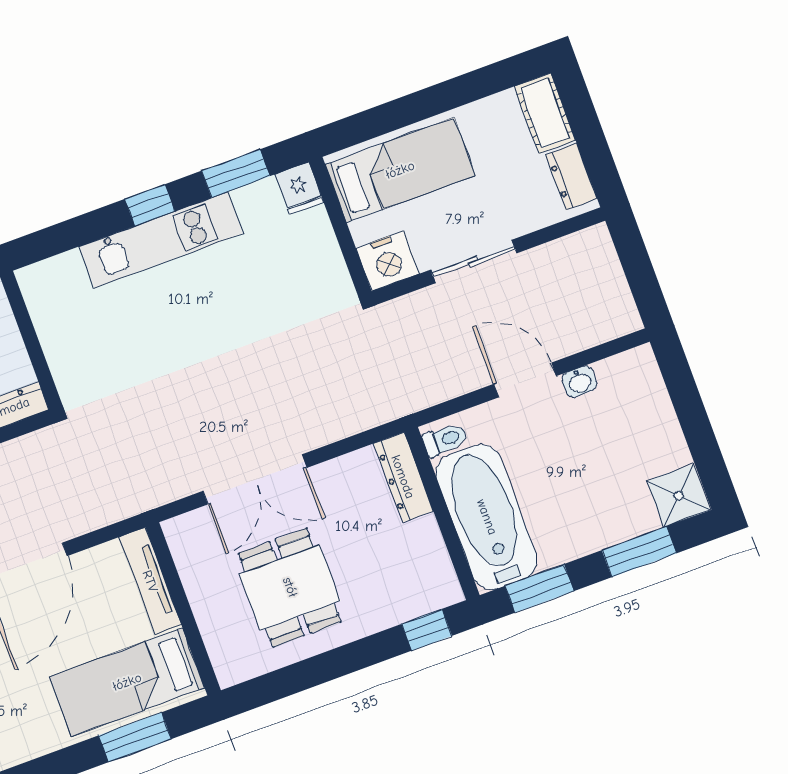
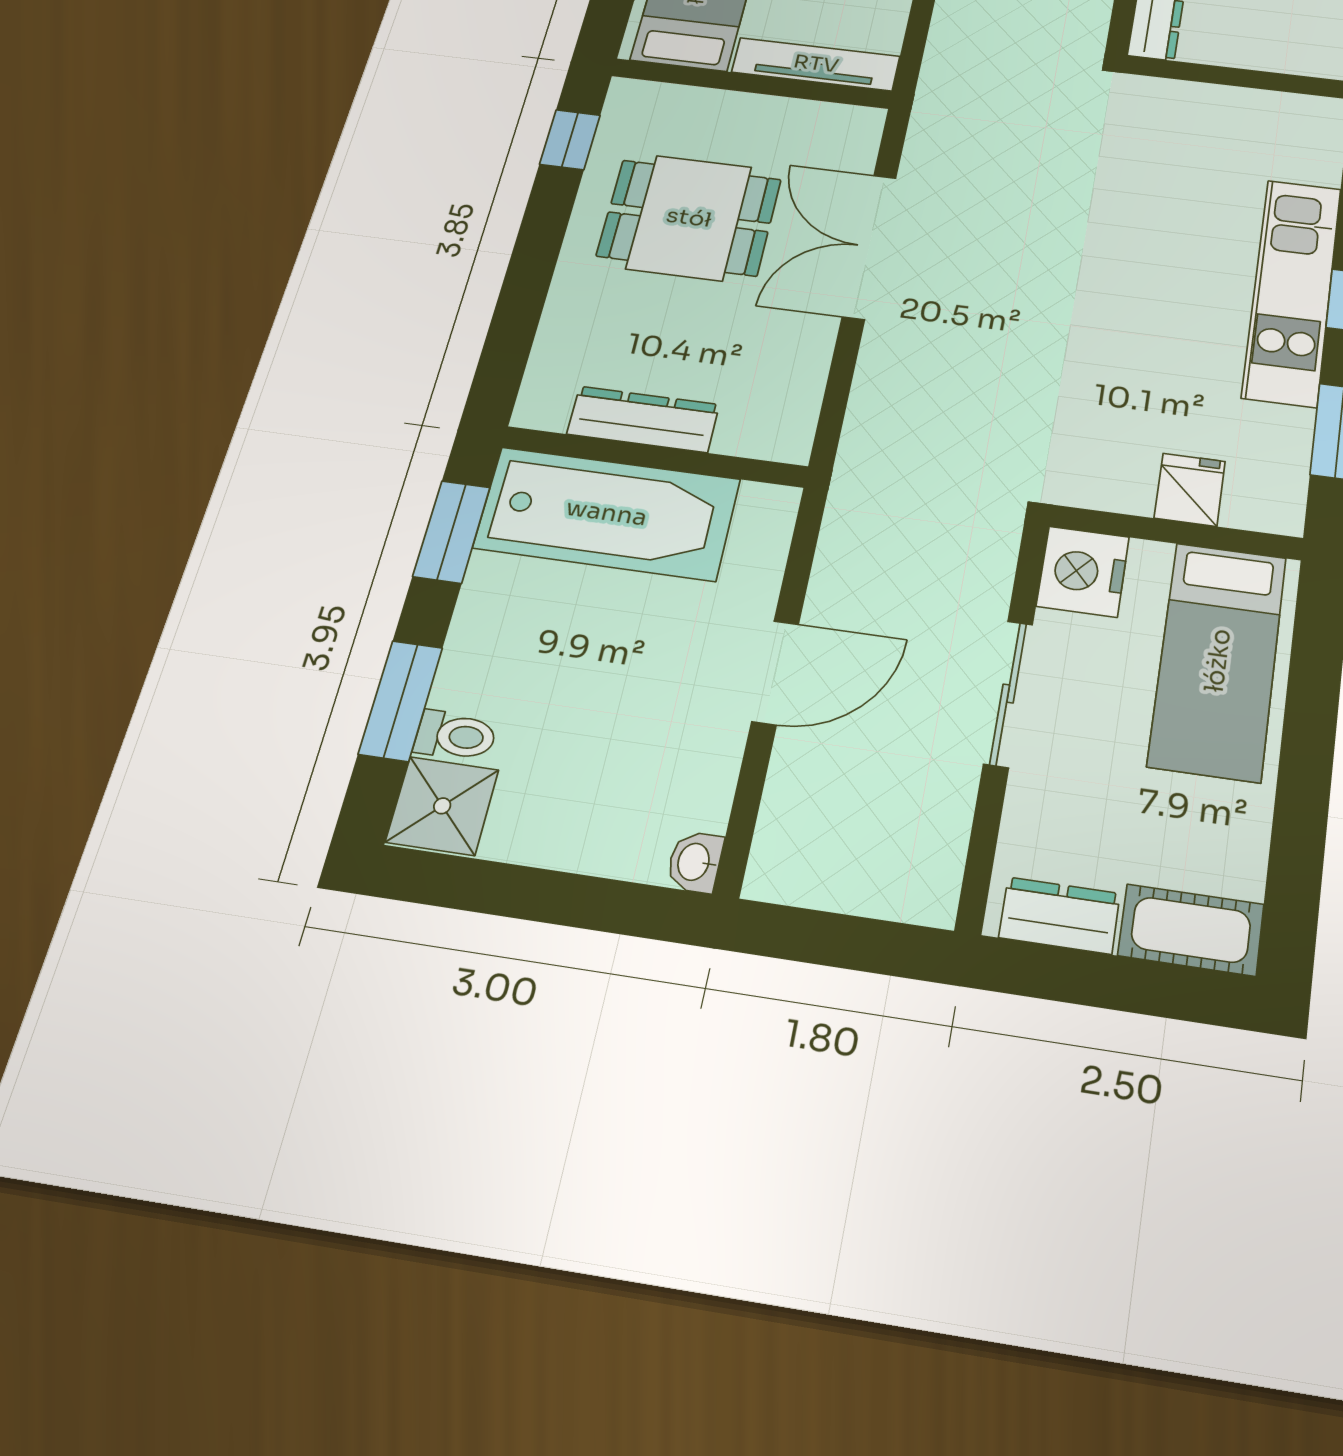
fridge: (299, 188) -> (1190, 490), moved, turned 90
washbasin: (579, 381) -> (695, 862), moved
toilet: (445, 440) -> (456, 736), moved, turned -90
dresser: (403, 477) -> (643, 419), moved
window: (427, 630) -> (570, 140), moved

